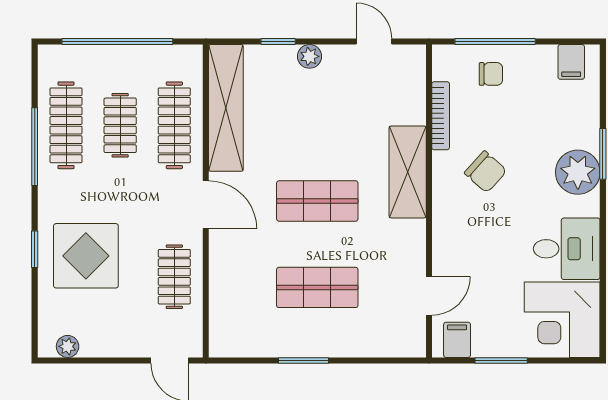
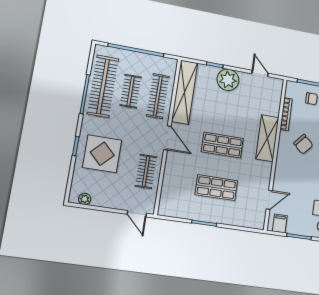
plant: (309, 56) -> (228, 80), width x1.87, depth x1.87
clothes rail: (66, 125) -> (103, 86), width x1.37, depth x1.31

